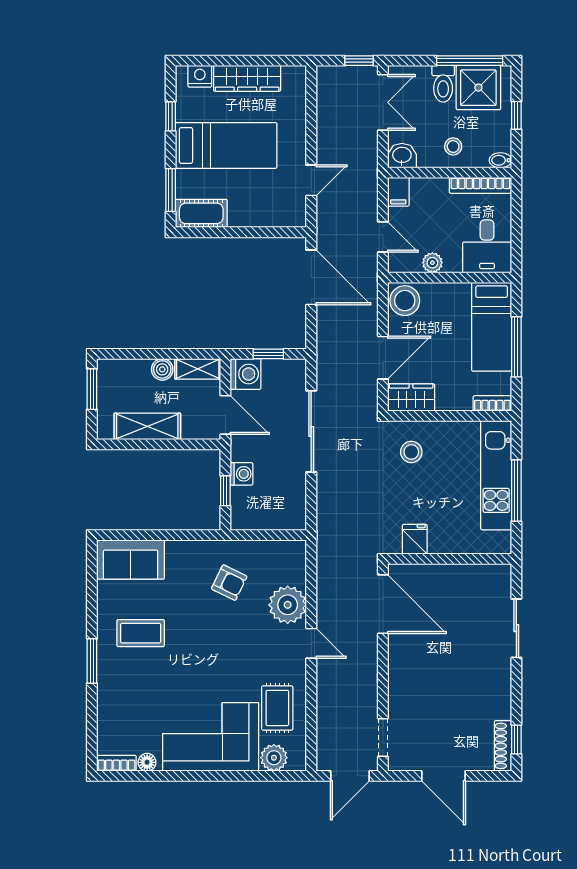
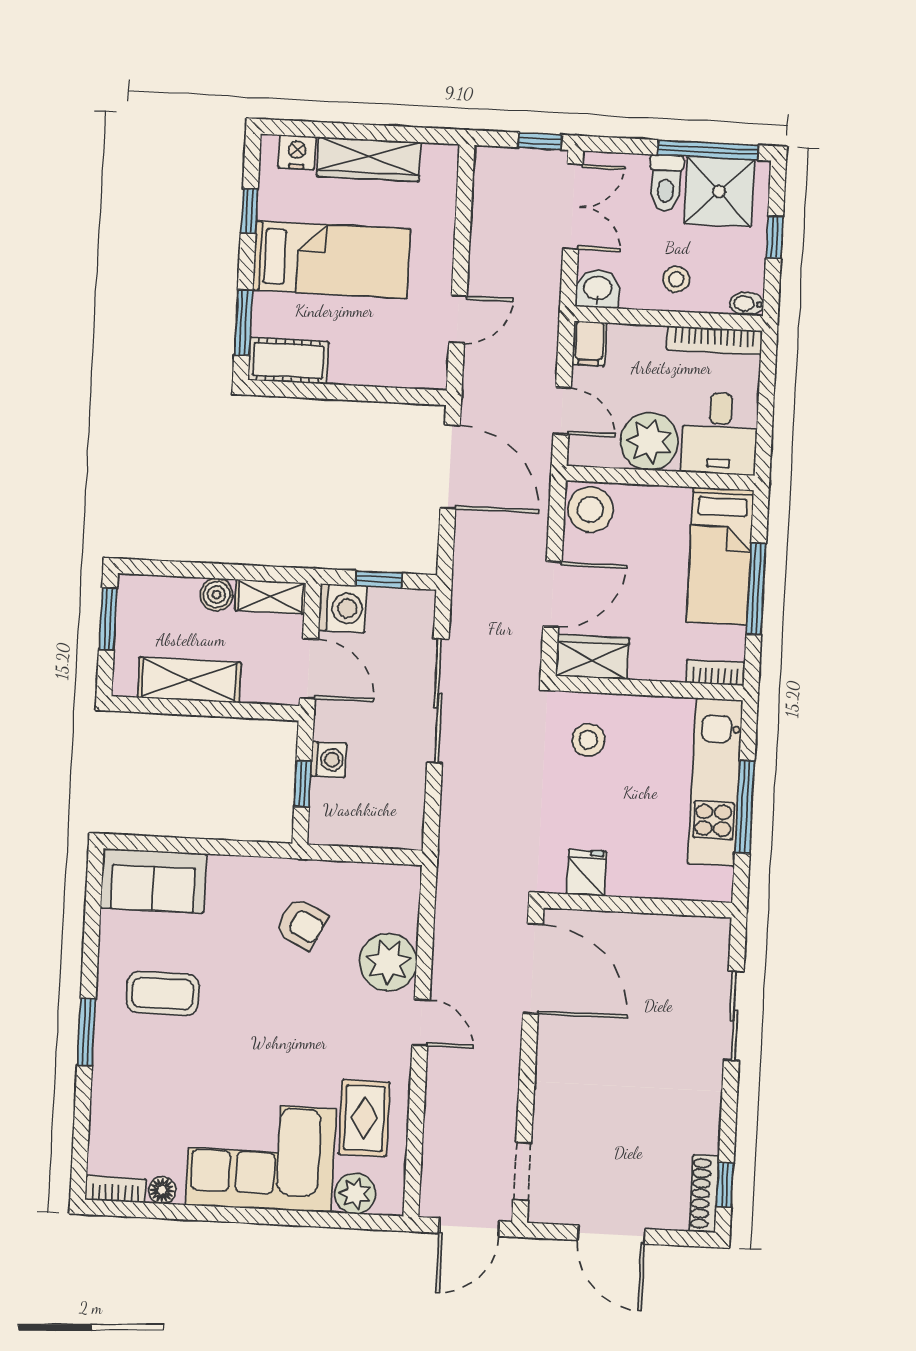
plant: (432, 263) -> (649, 441), width x1.88, depth x1.88

